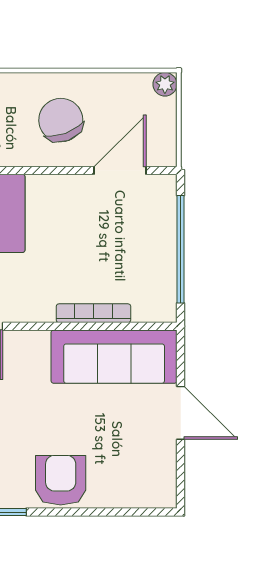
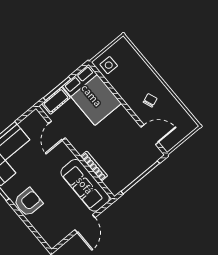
plant: (165, 84) -> (192, 125), removed
chair: (61, 120) -> (150, 100), width x0.54, depth x0.54

